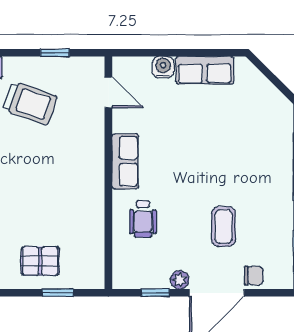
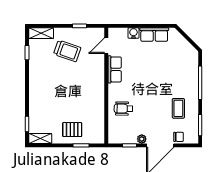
door: (108, 92) -> (106, 46), swing flipped
row of seats: (125, 161) -> (115, 69), moved
wheelchair: (143, 219) -> (123, 109), turned 91
coffee table: (224, 226) -> (178, 108), moved

